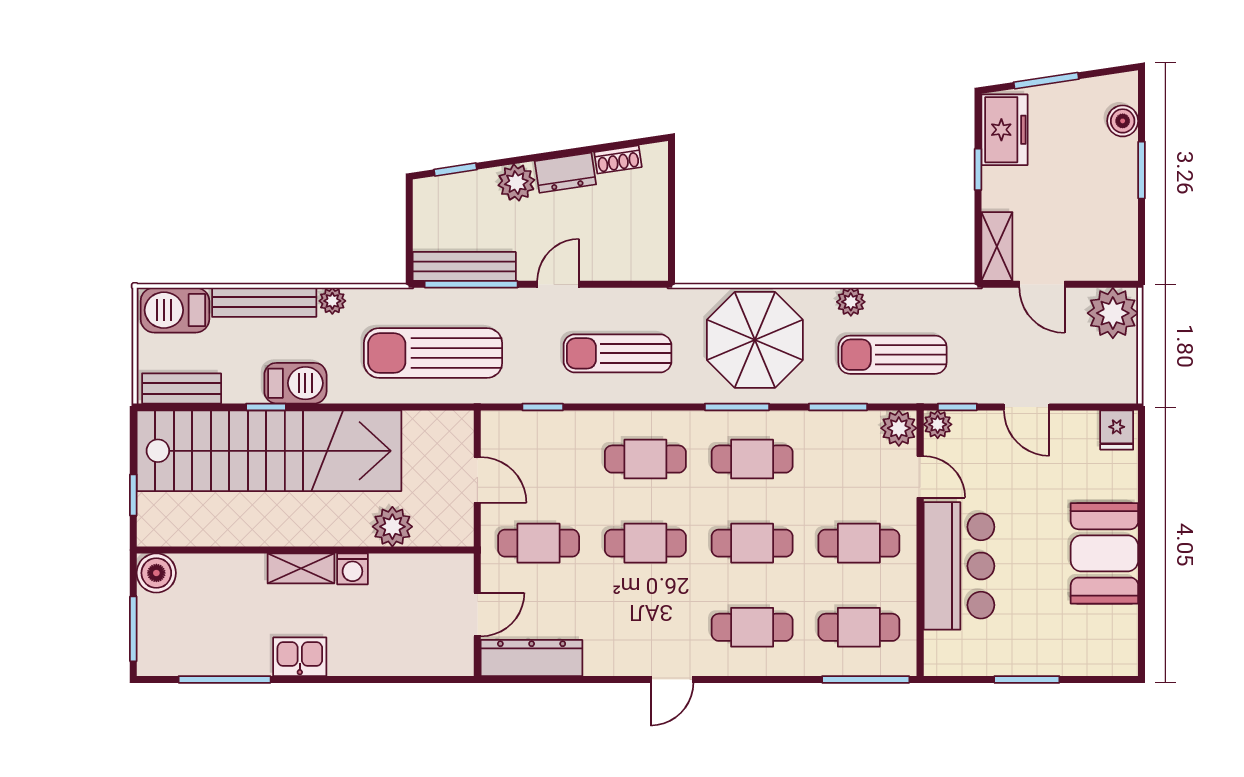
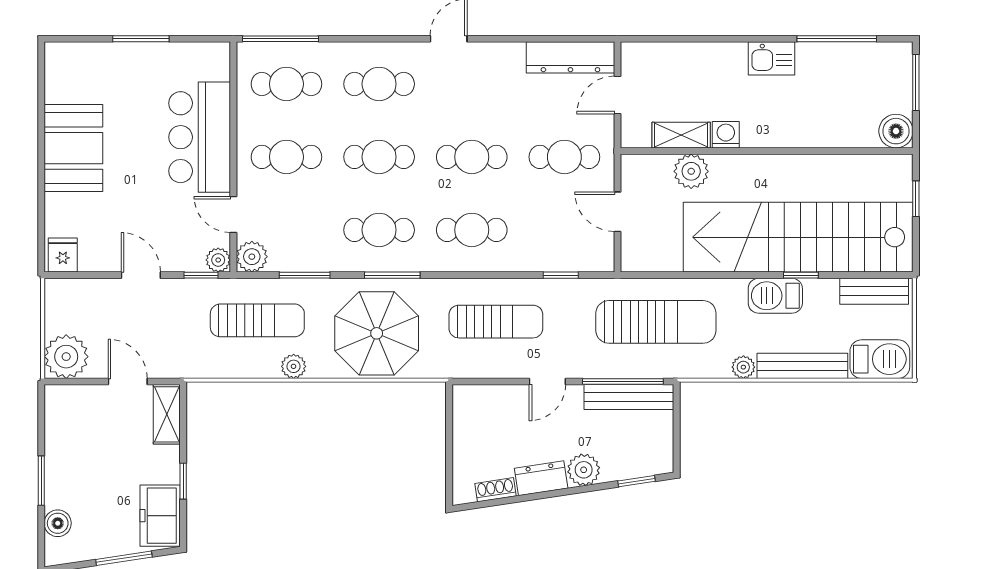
shelving: (301, 568) -> (681, 135), moved

